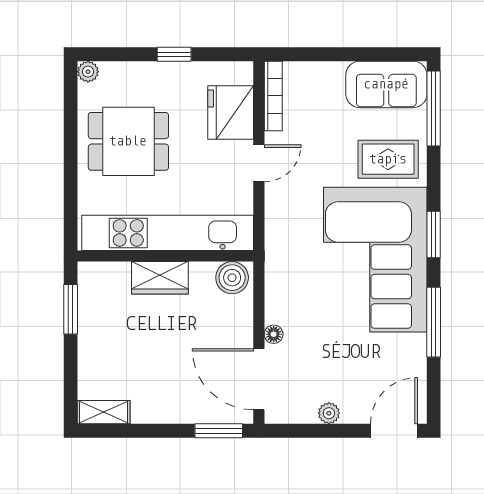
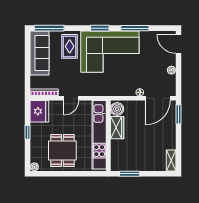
sofa: (386, 84) -> (40, 53), width x1.36
fridge: (231, 112) -> (39, 111), moved, turned -90
door: (259, 163) -> (71, 98), swing flipped
wardrobe: (160, 278) -> (117, 128), moved

